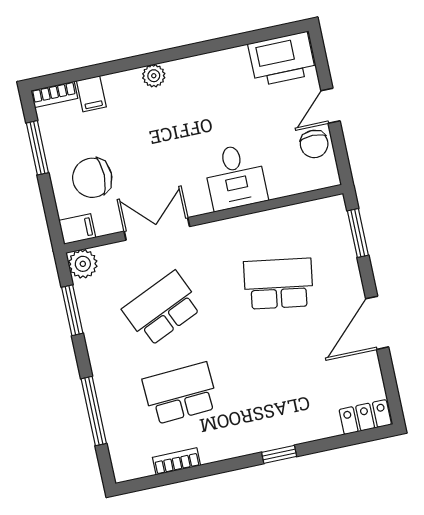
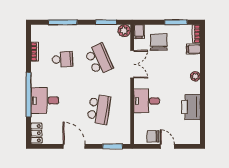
printer: (282, 59) -> (191, 107), moved
school desk: (180, 393) -> (62, 59), width x0.54
desk: (285, 414) -> (45, 100), added
window: (279, 454) -> (29, 95), width x3.17

